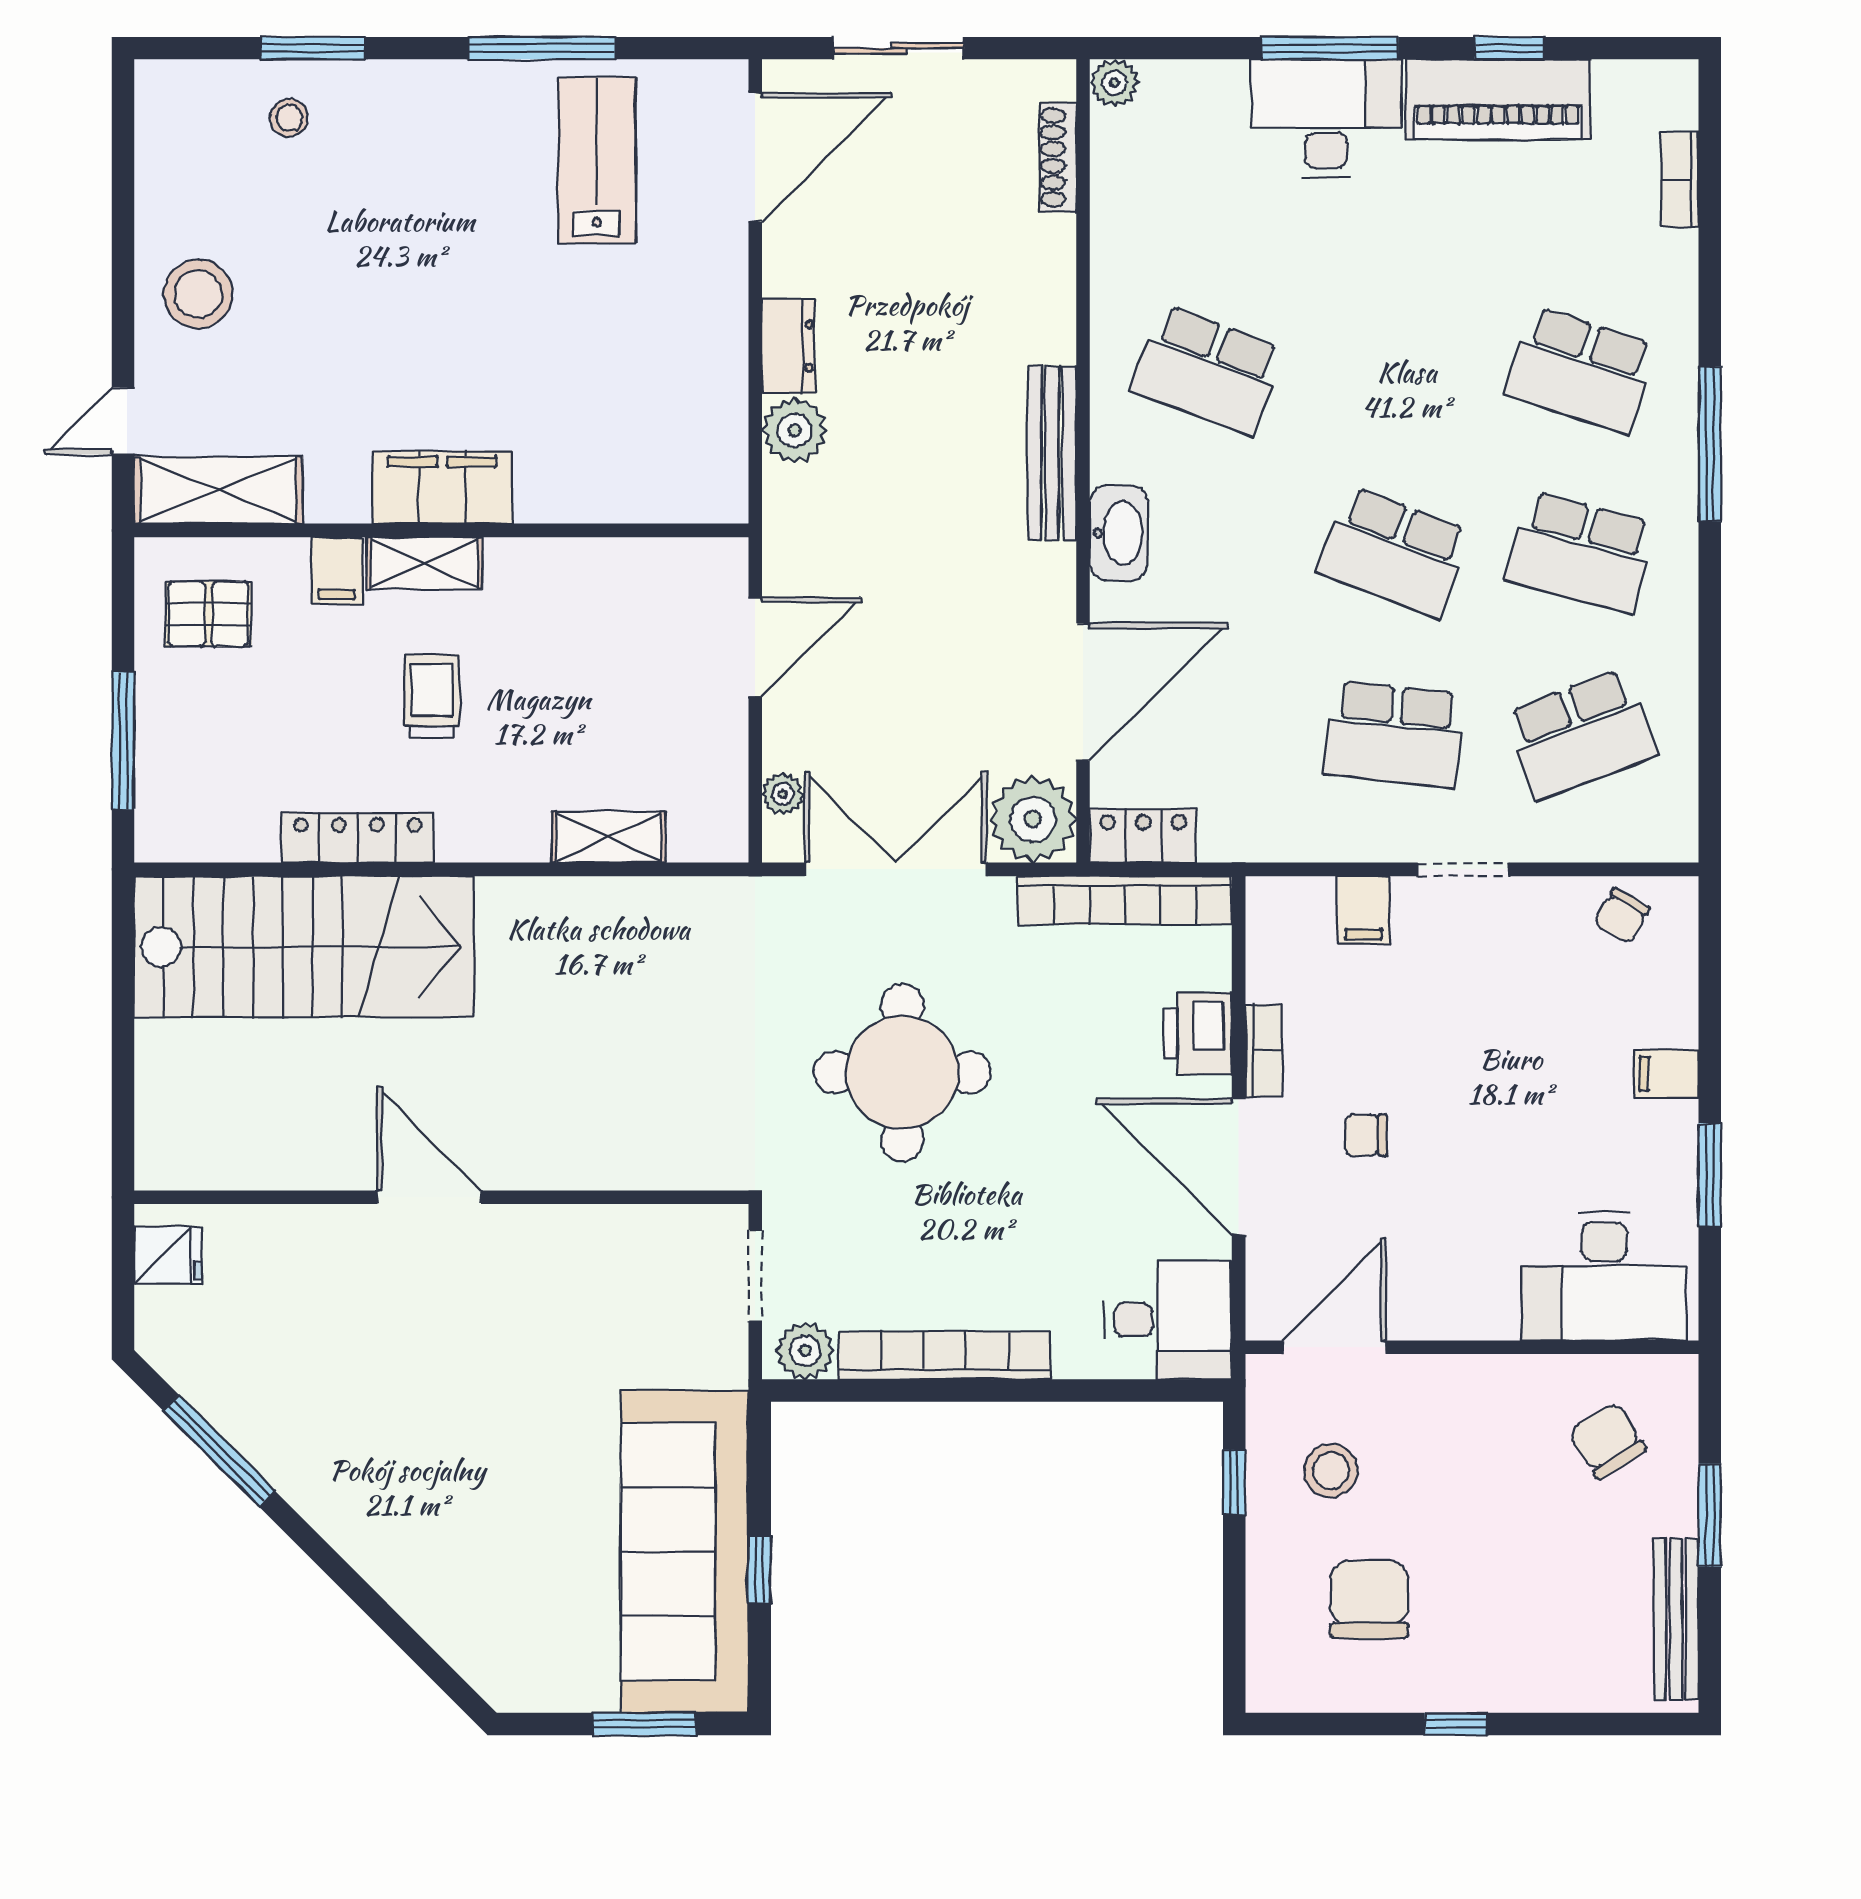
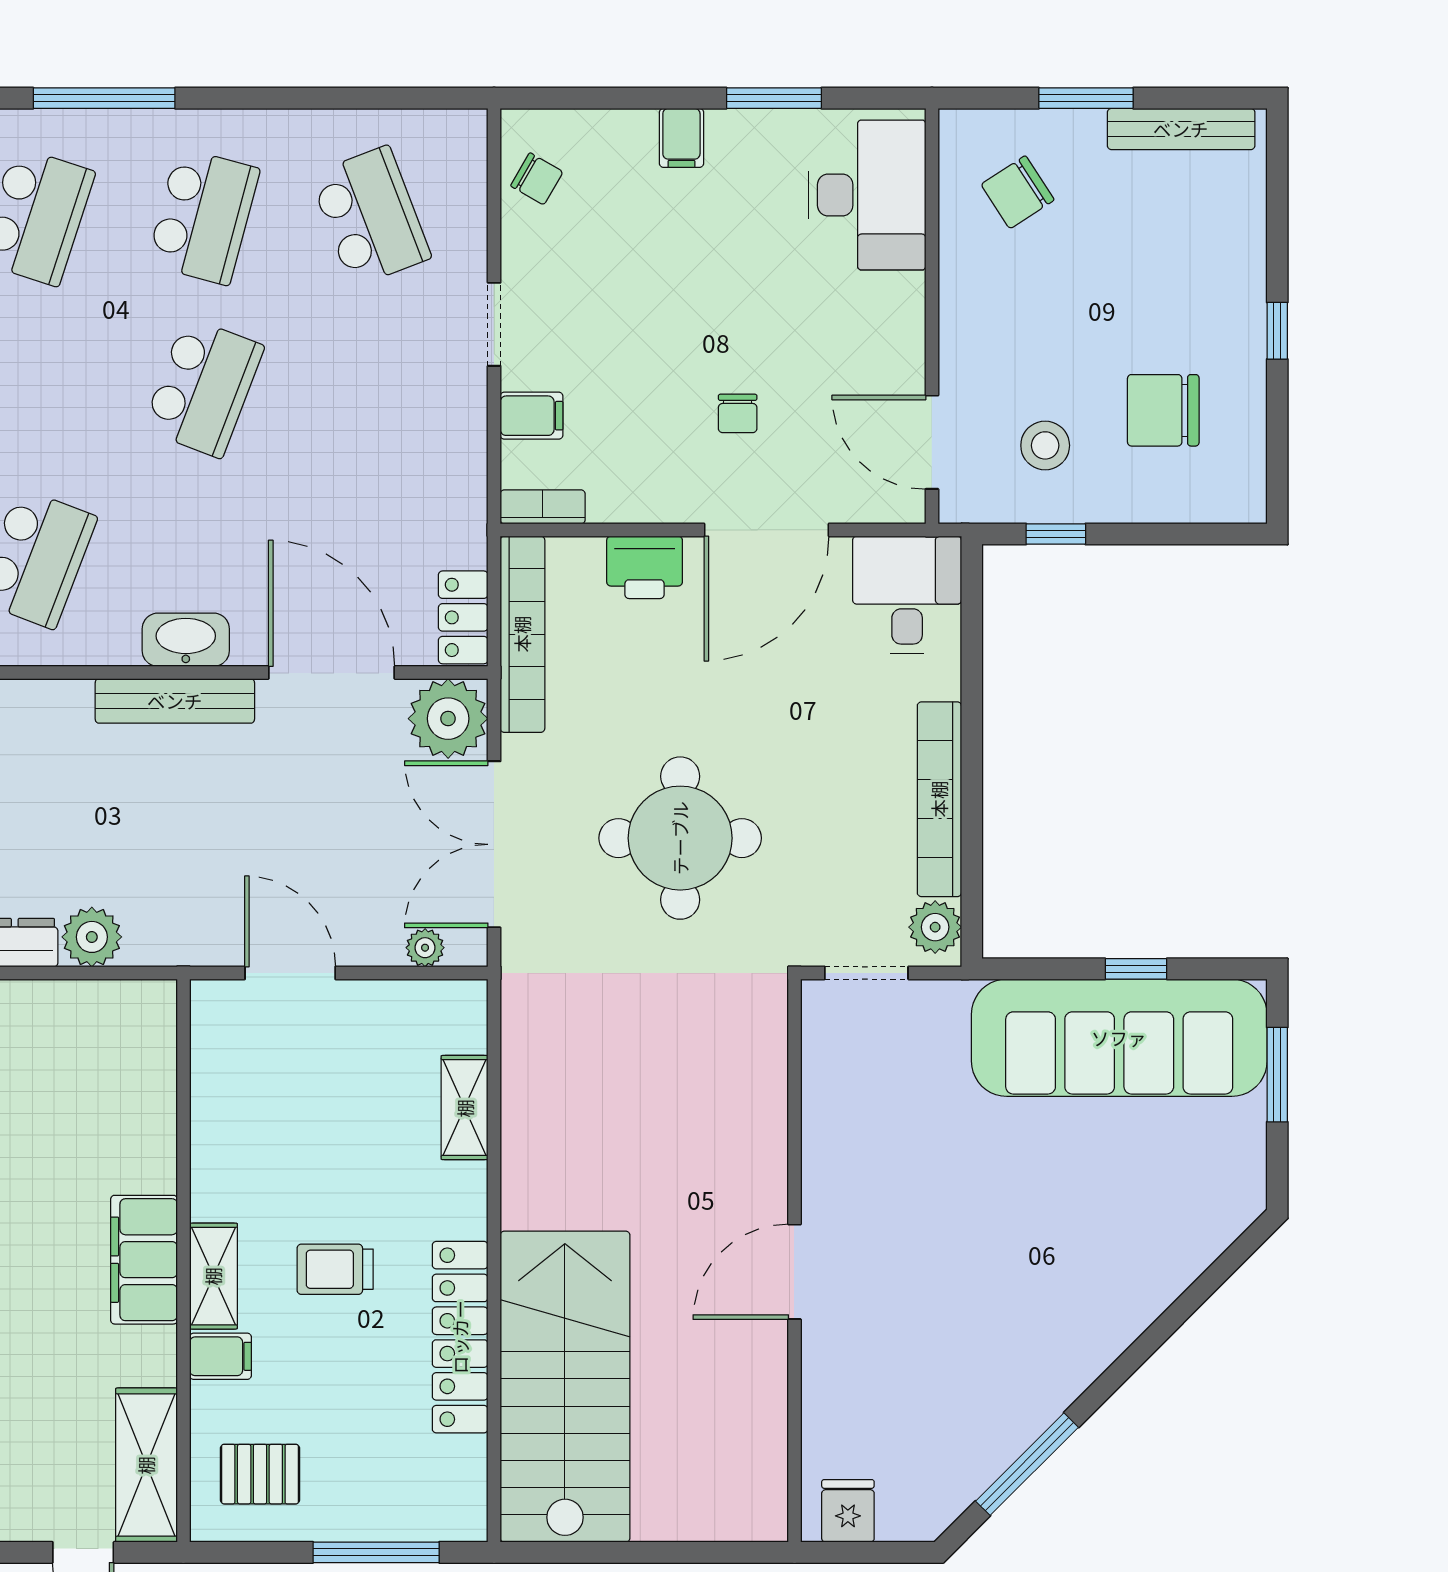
bench: (1052, 453) -> (175, 701), moved
pallet: (208, 614) -> (260, 1474), turned 90
school desk: (1394, 734) -> (370, 387), removed
locker: (358, 838) -> (460, 1337), width x1.41, depth x1.21
bookcase: (1264, 1051) -> (543, 507), moved

